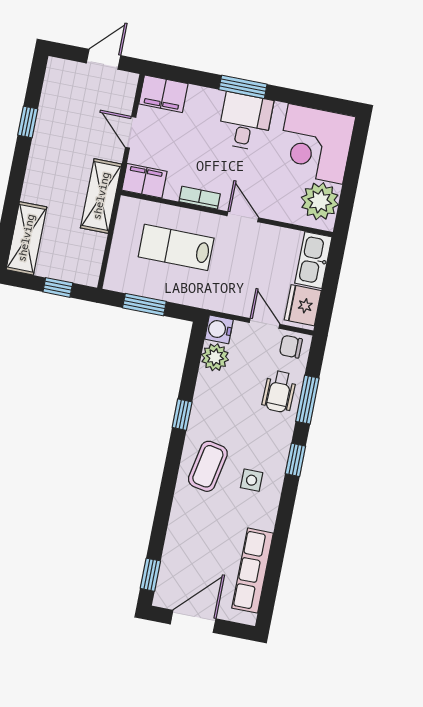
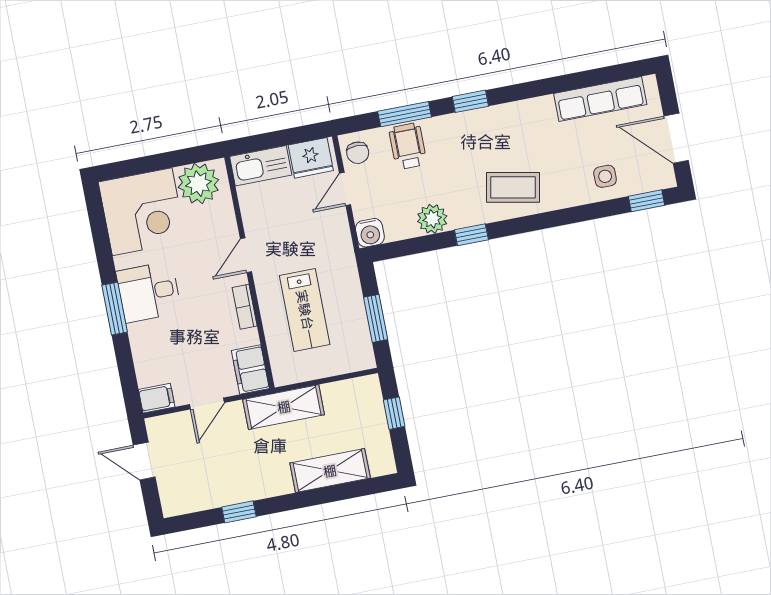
filing cabinet: (163, 94) -> (157, 398), width x0.50
shelving: (26, 238) -> (330, 471), moved
plant: (215, 357) -> (432, 219), moved
wheelchair: (279, 391) -> (408, 146), turned -91
side table: (252, 480) -> (605, 176), moved

